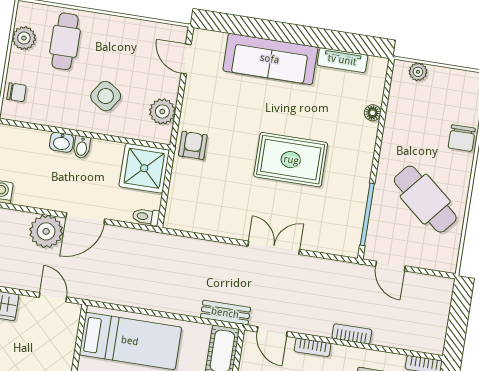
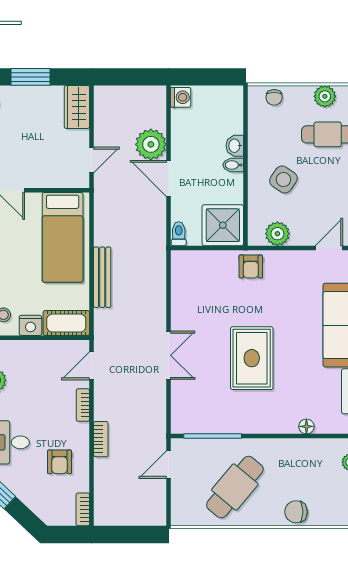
armchair: (193, 145) -> (251, 266), turned 90
bench: (225, 313) -> (102, 277), moved, width x1.36

